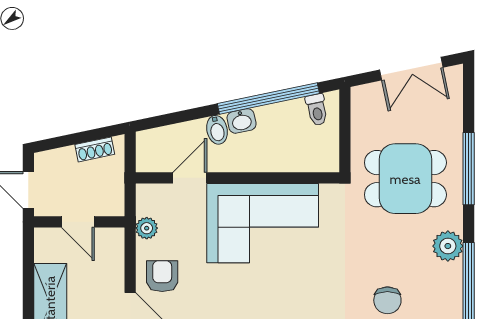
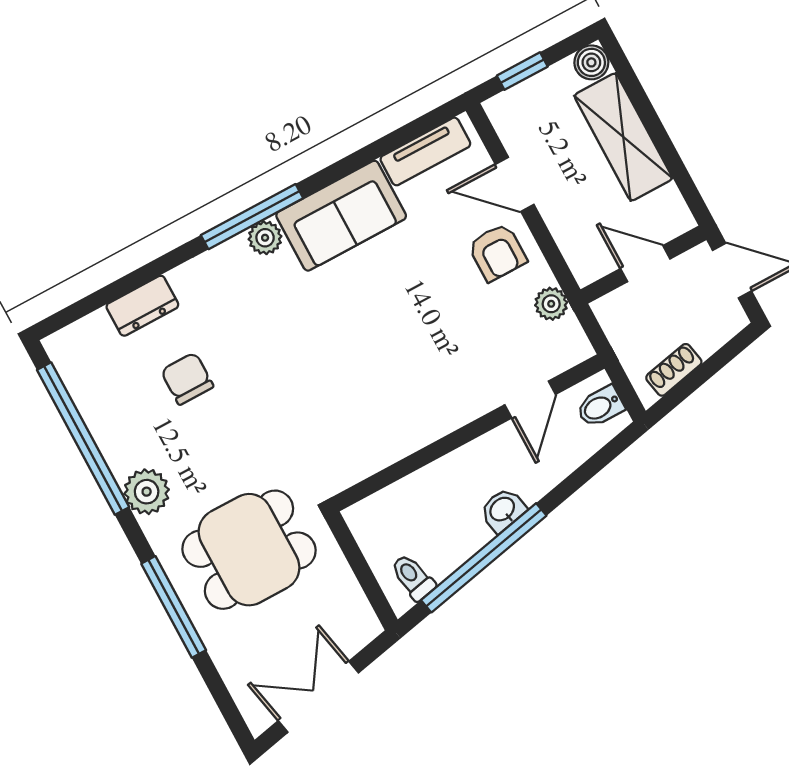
bidet: (217, 130) -> (600, 407), moved, turned -78
corner sofa: (263, 223) -> (404, 392), removed

